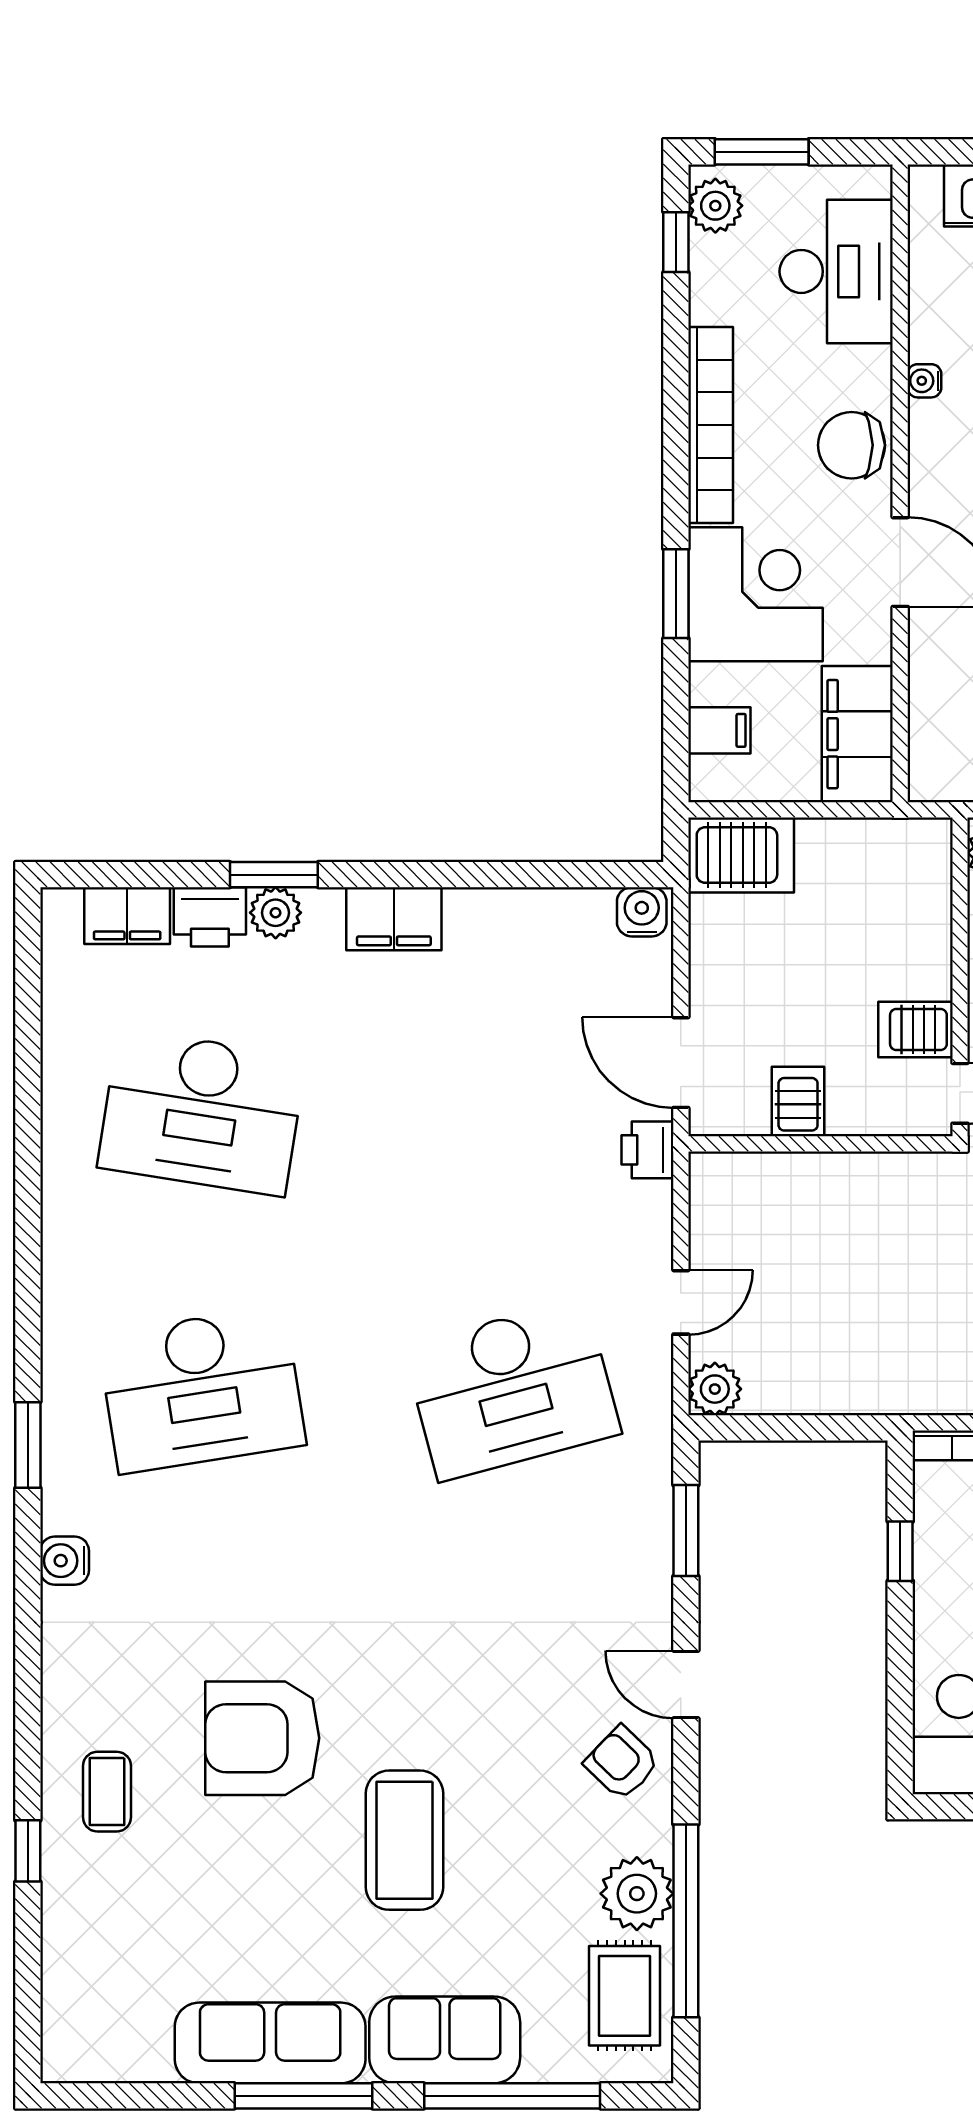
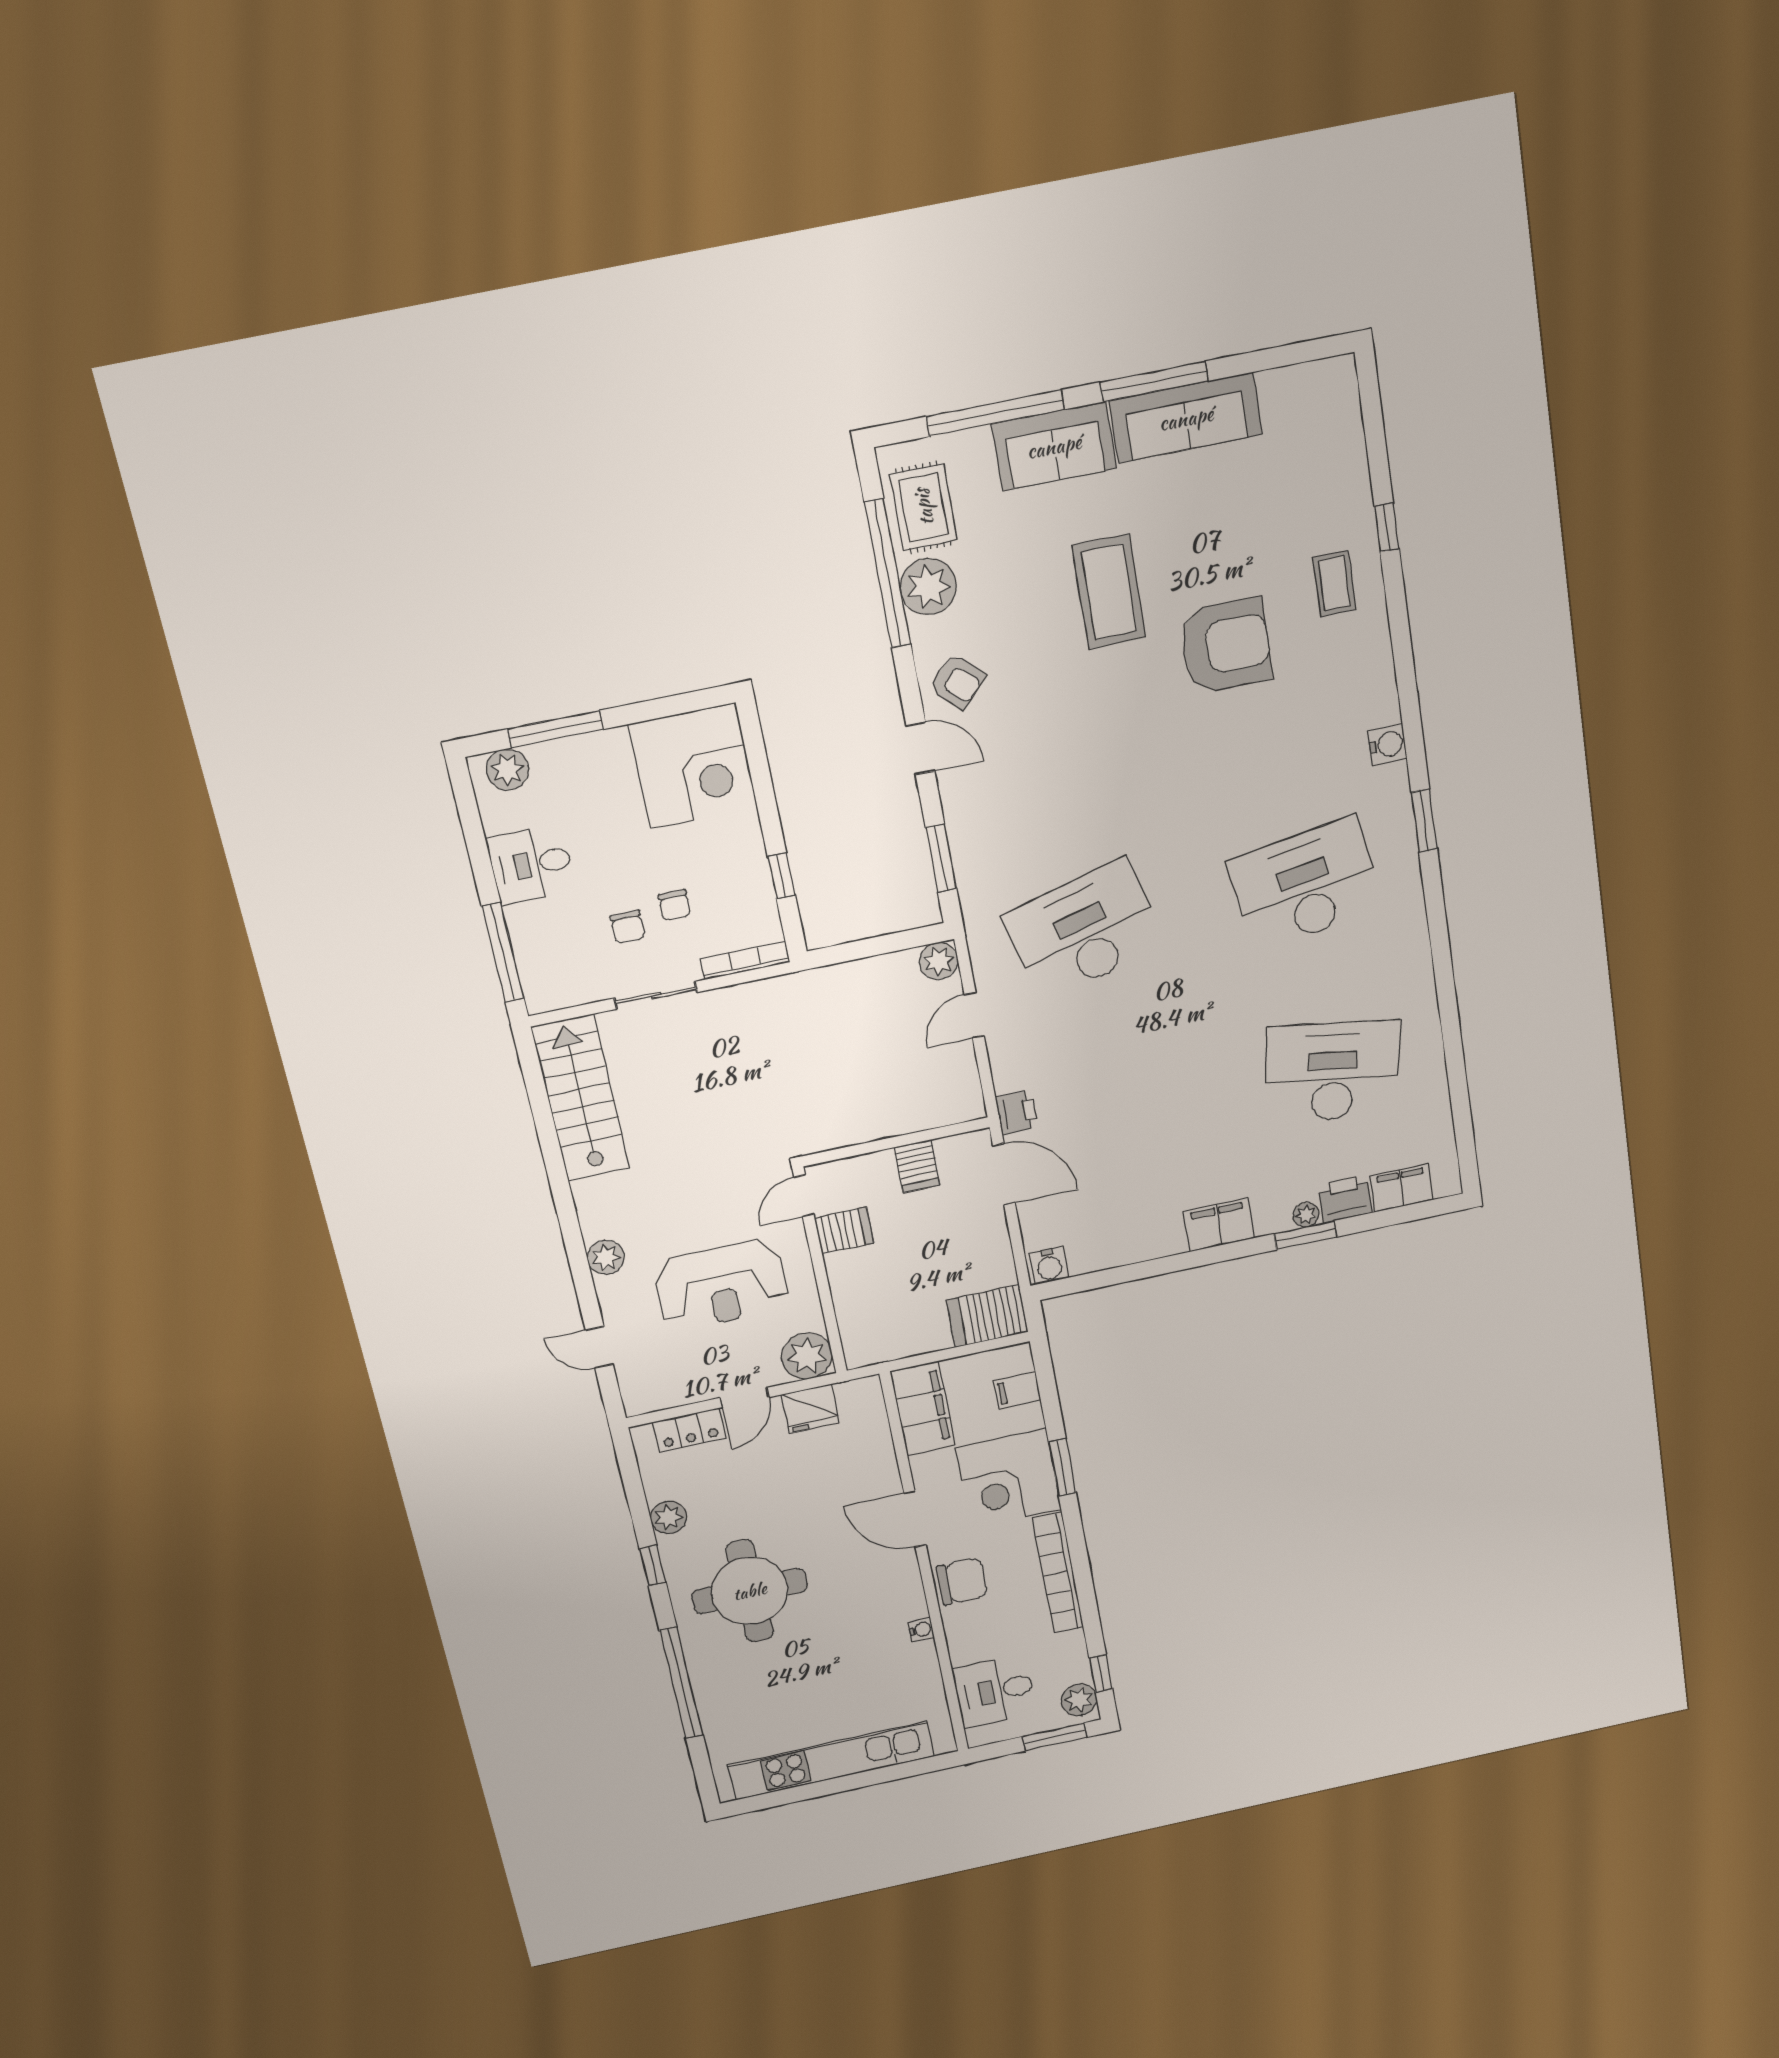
desk: (836, 271) -> (995, 1691), width x0.73
plant: (276, 913) -> (1306, 1215), width x0.73, depth x0.73

